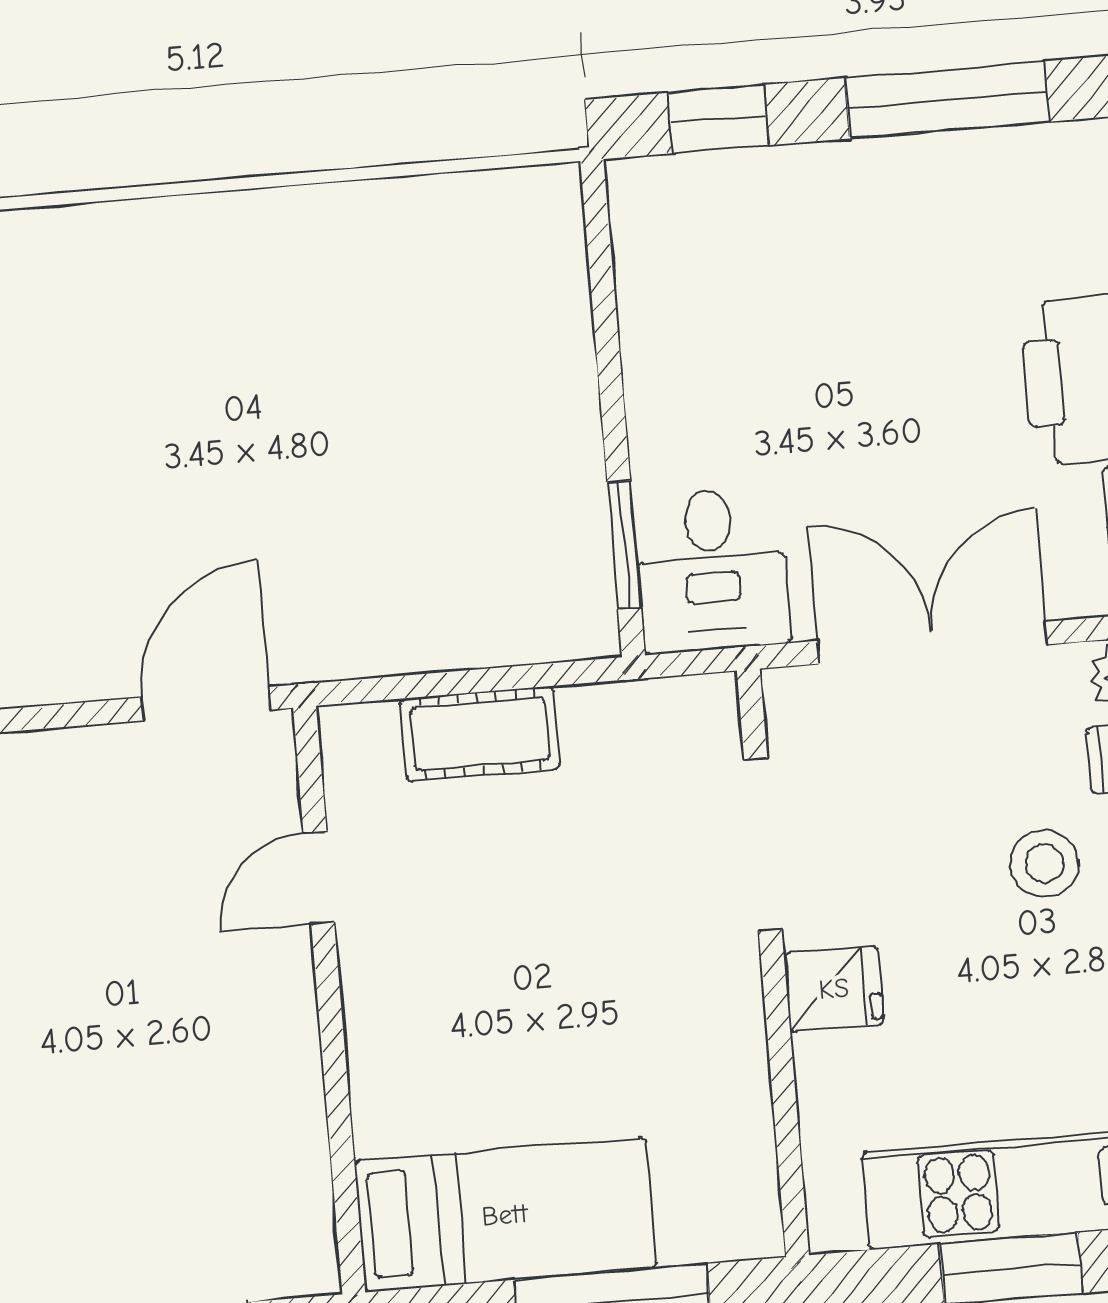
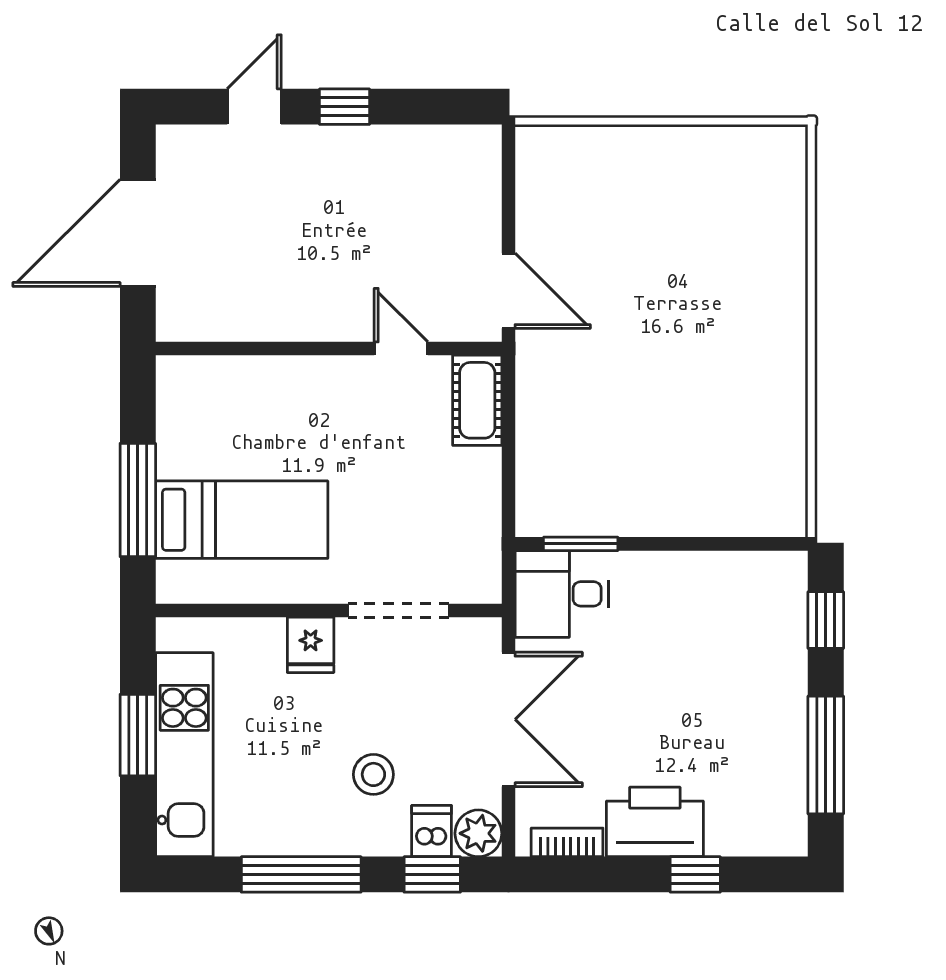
cot: (480, 734) -> (477, 400), moved
bed: (505, 1215) -> (242, 520), moved, turned -90

